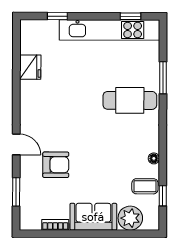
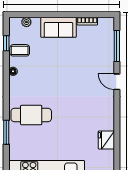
armchair: (56, 165) -> (87, 66), removed
window: (16, 192) -> (117, 46), width x1.44
plant: (130, 218) -> (26, 22), width x0.53, depth x0.53

